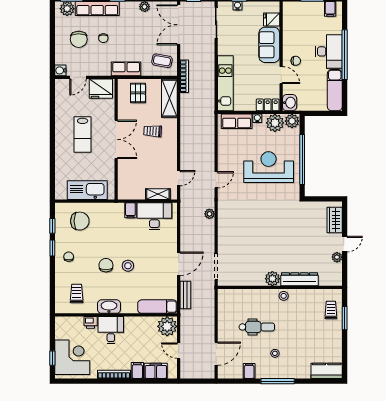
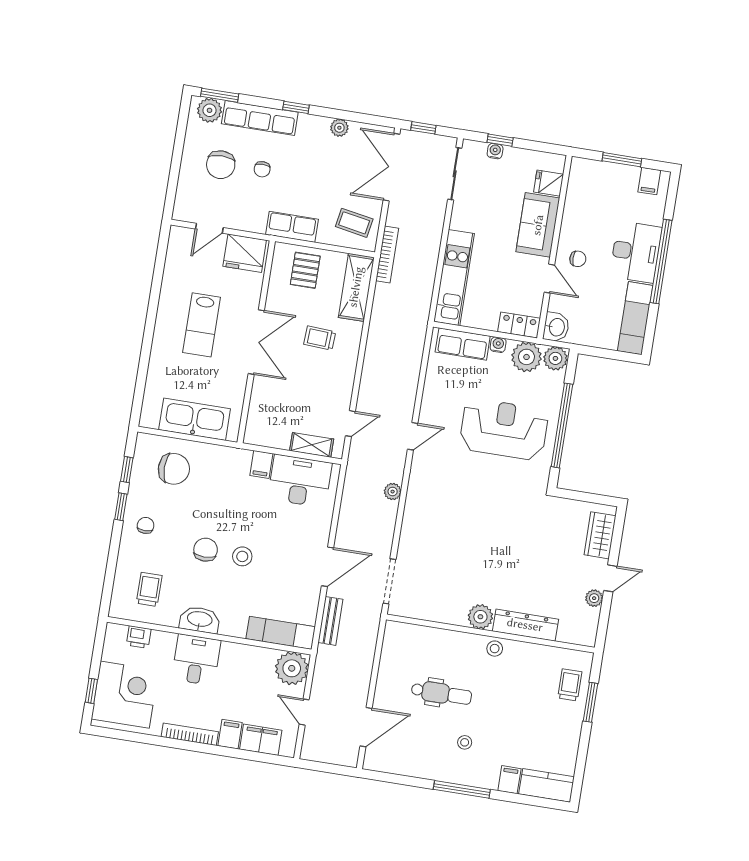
water cooler: (60, 70) -> (182, 212), removed
printer: (91, 322) -> (139, 637), moved
filing cabinet: (249, 371) -> (509, 780), moved

